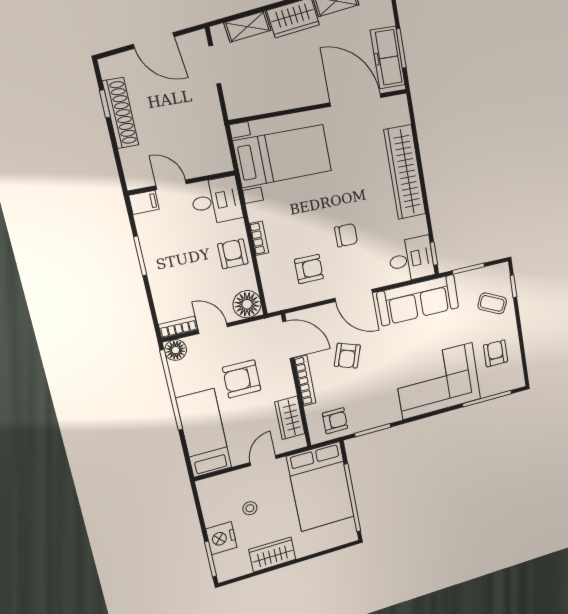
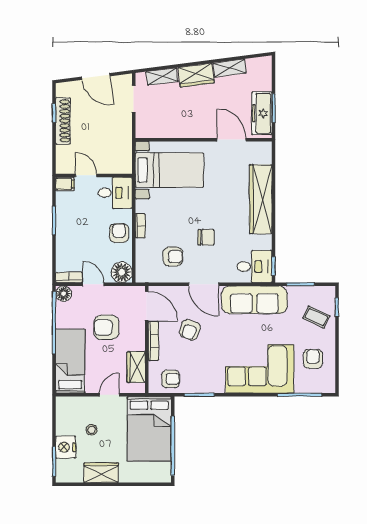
door: (356, 100) -> (232, 140), width x0.73

